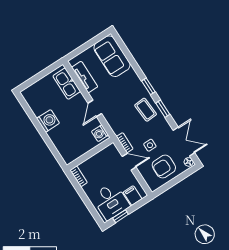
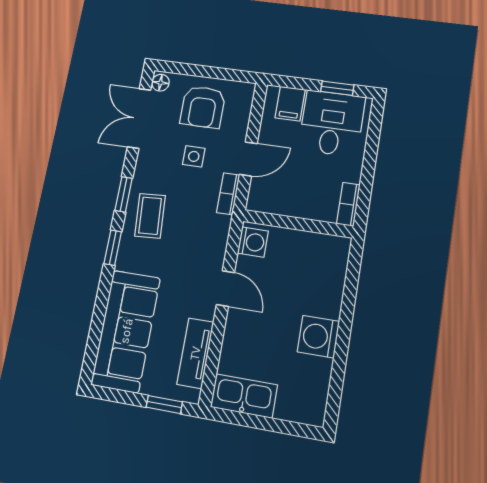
window: (79, 50) -> (164, 405), added
sofa: (112, 56) -> (126, 331), width x1.36
kitchen sink: (67, 84) -> (244, 396), moved, turned -90
door: (95, 108) -> (225, 289), hinge flipped
door: (129, 162) -> (248, 159), swing flipped
armchair: (164, 166) -> (203, 107), turned 90

